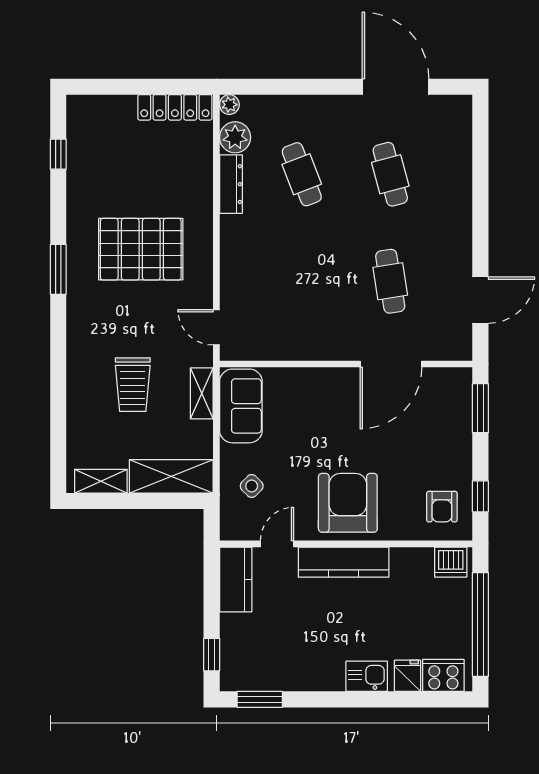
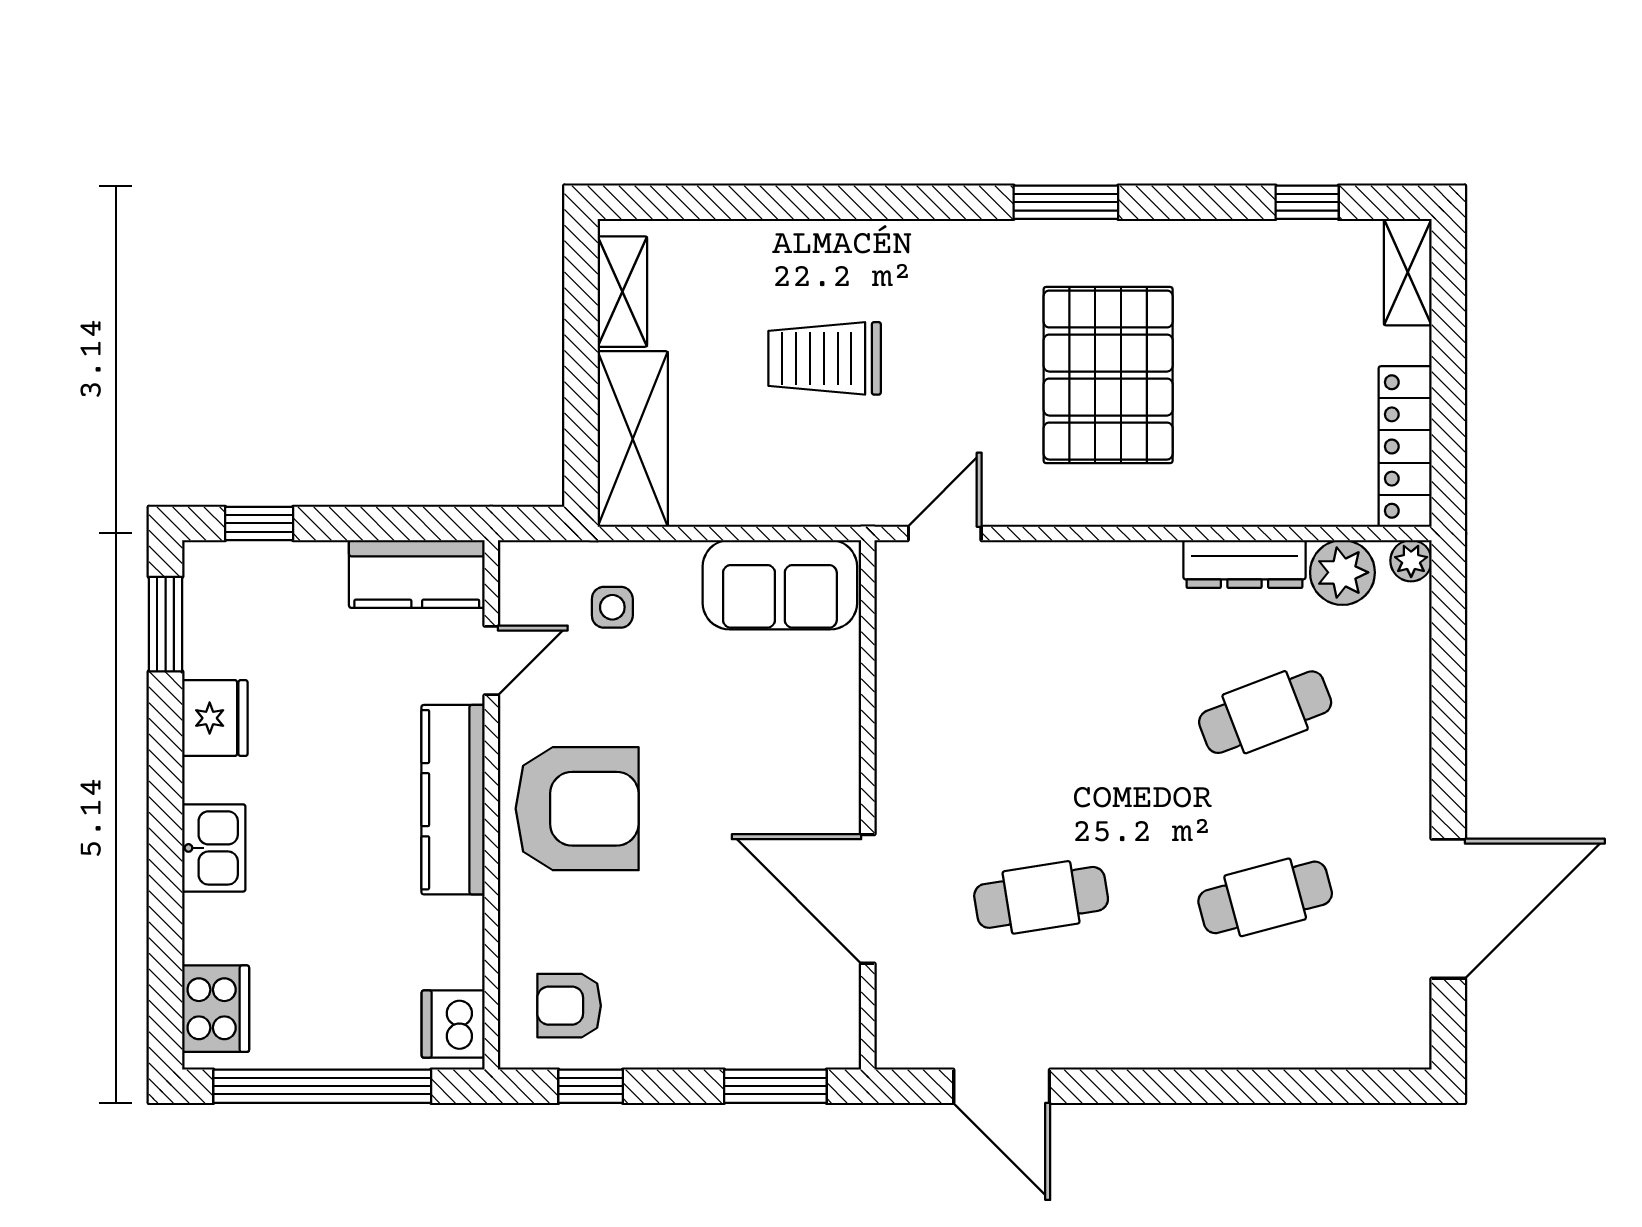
shelving: (202, 393) -> (1408, 272), moved, turned 90
side table: (252, 486) -> (612, 607), turned 45
door: (277, 544) -> (491, 660), hinge flipped
fridge: (407, 676) -> (215, 718), moved, width x1.38

